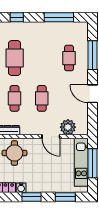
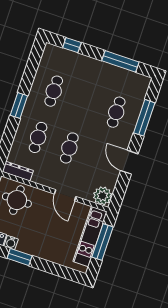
cafe table: (15, 58) -> (54, 91), width x0.73, depth x0.74
plant: (68, 127) -> (103, 196), moved
window: (65, 197) -> (58, 270), removed

